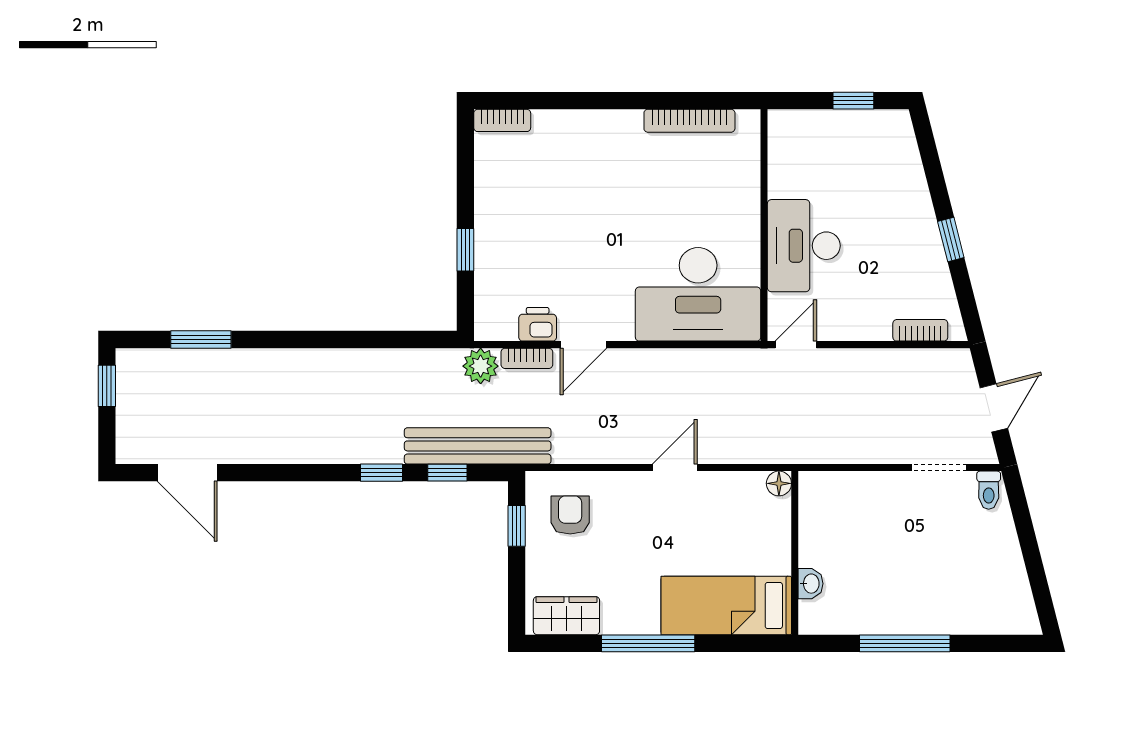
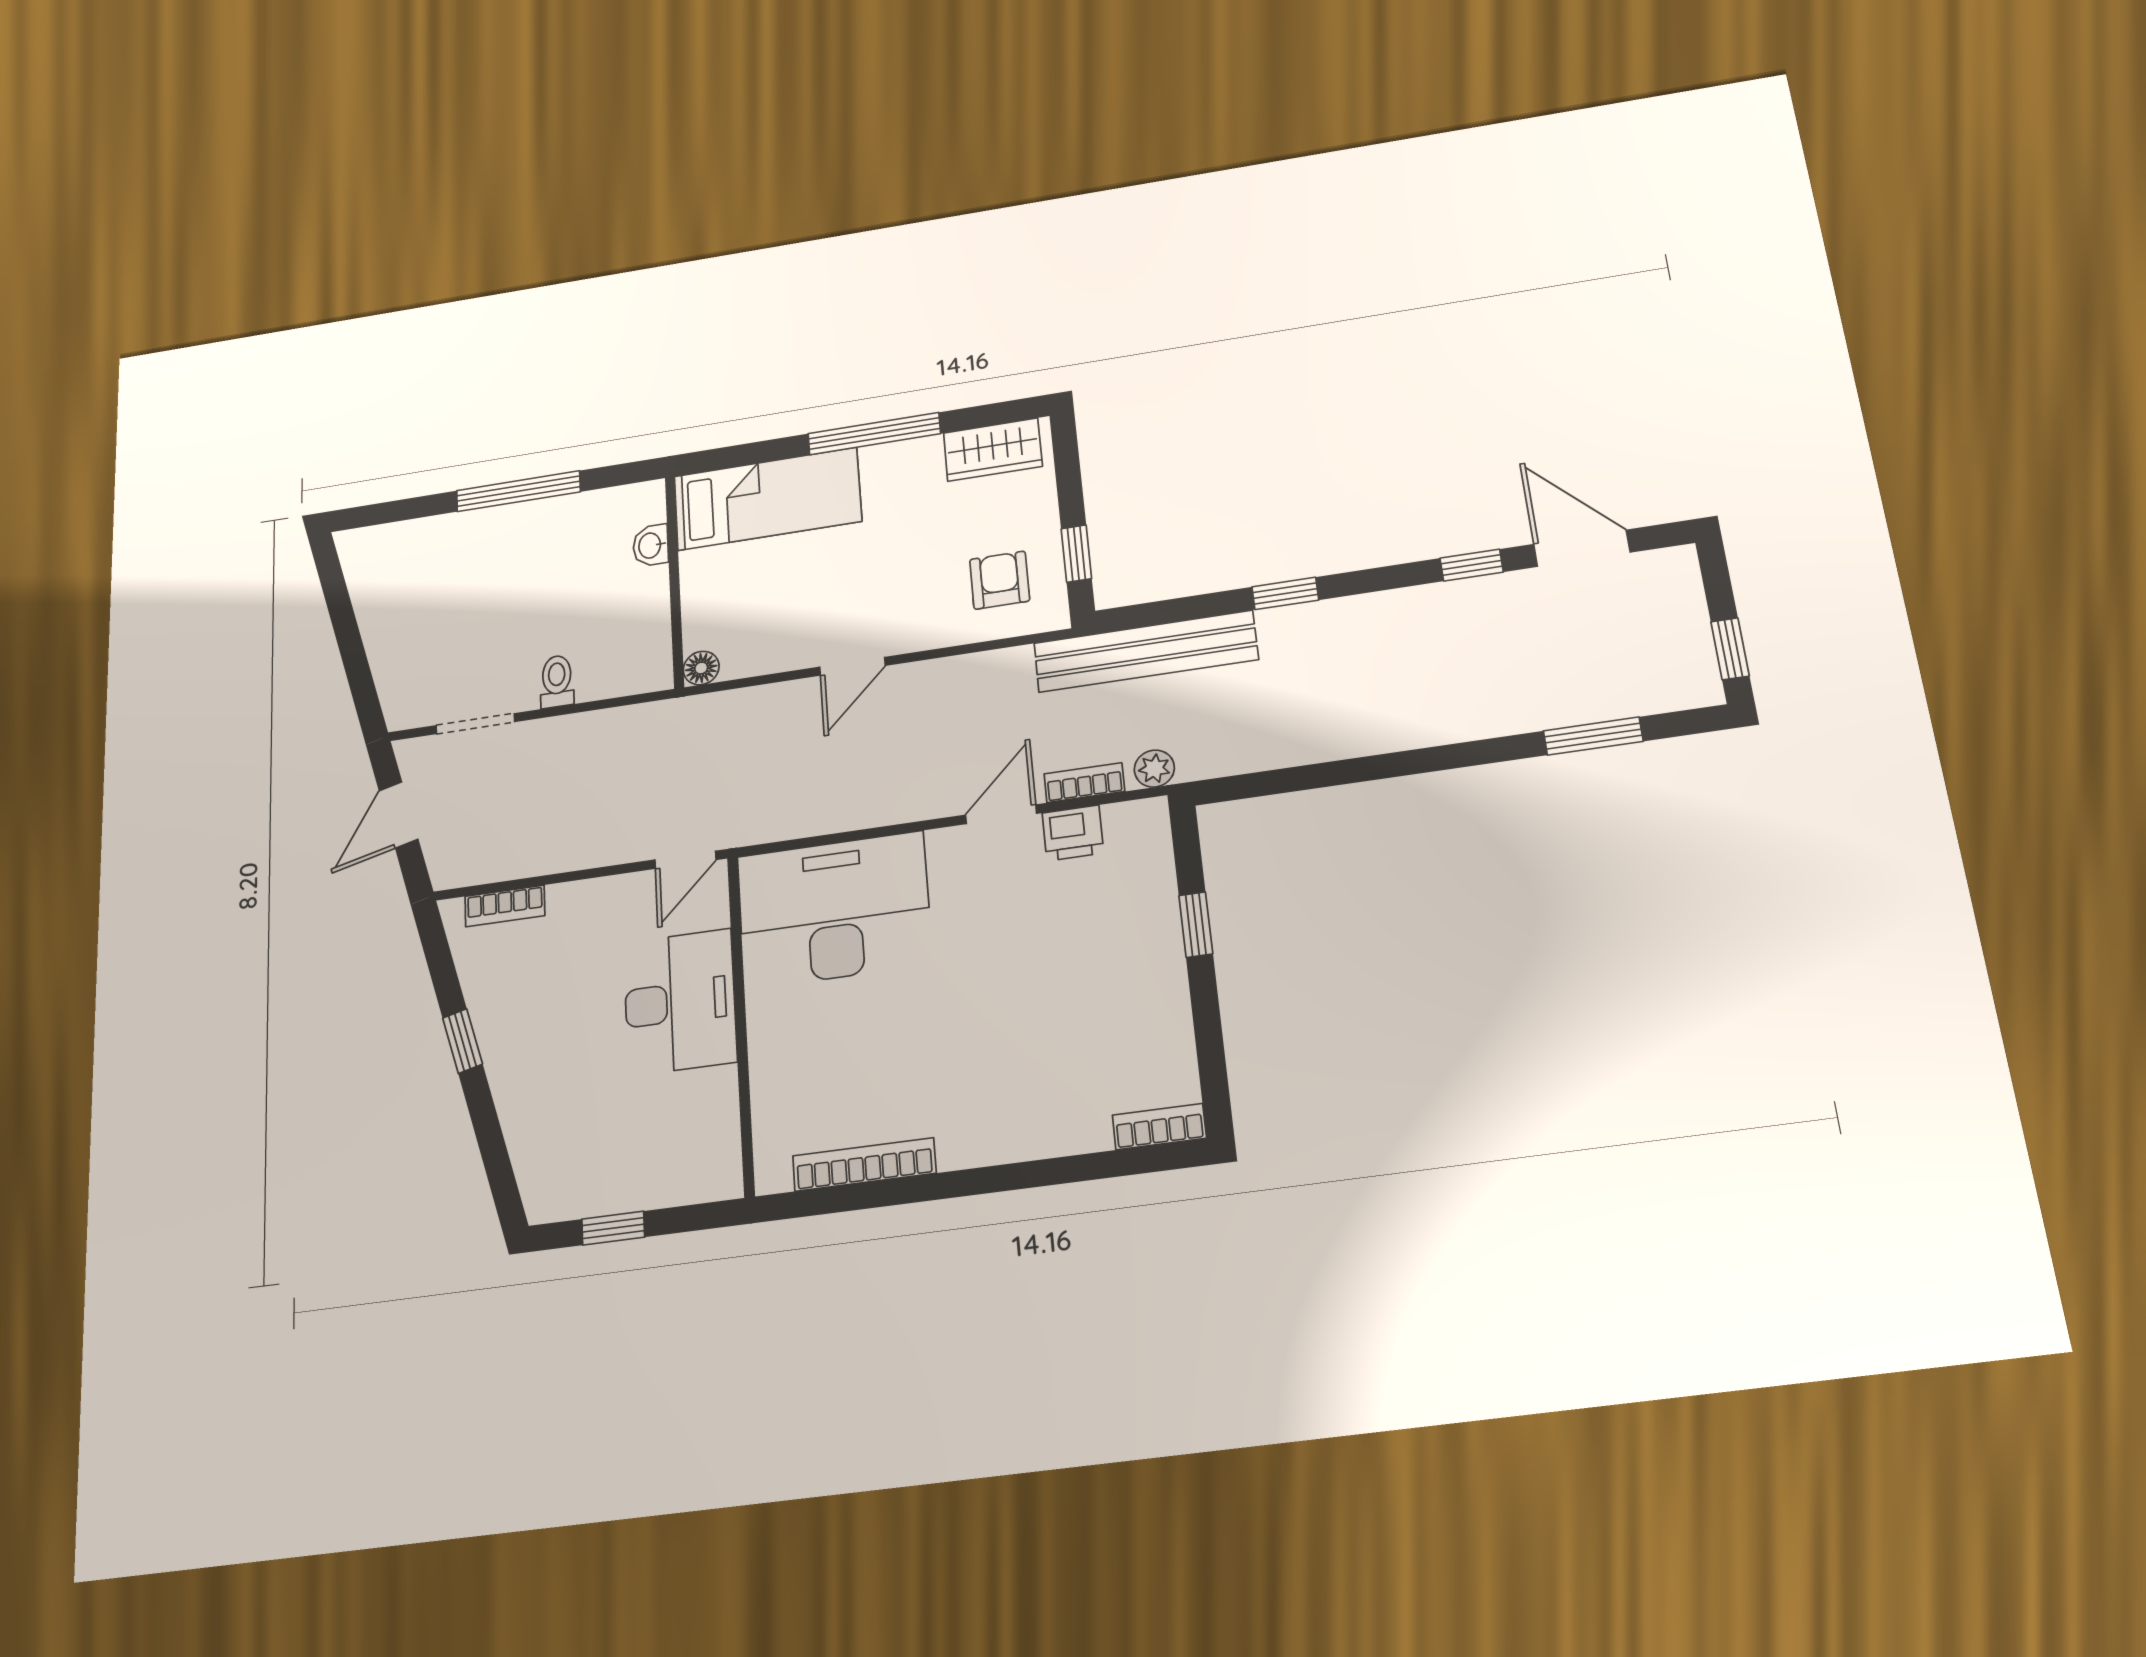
plant: (481, 366) -> (1154, 769), width x0.73, depth x0.73
window: (447, 473) -> (1472, 565), moved
toilet: (989, 490) -> (557, 681), moved
armchair: (570, 515) -> (1000, 580), turned 180

